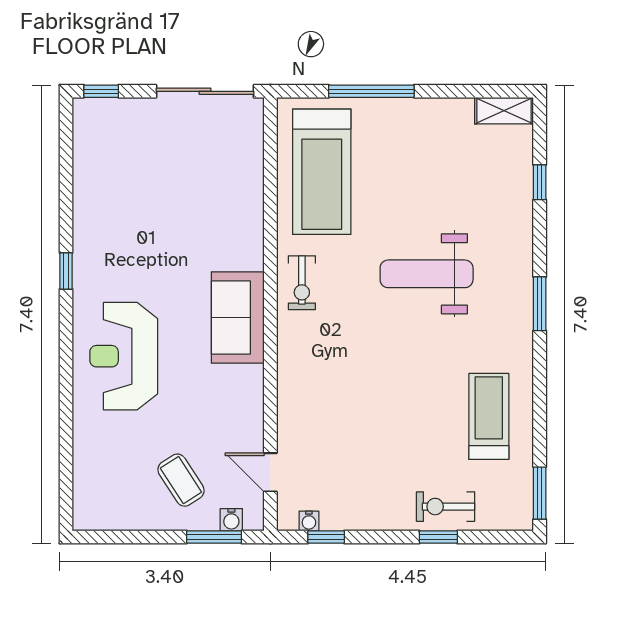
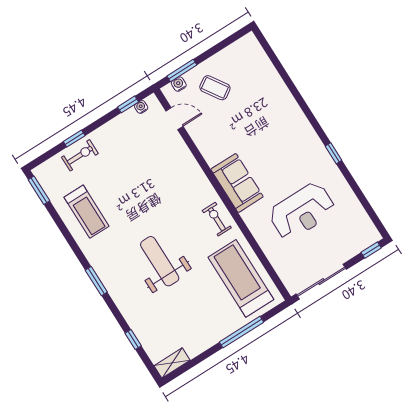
weight bench: (427, 274) -> (160, 261), turned -90
reception desk: (124, 356) -> (302, 211), moved, turned 90

